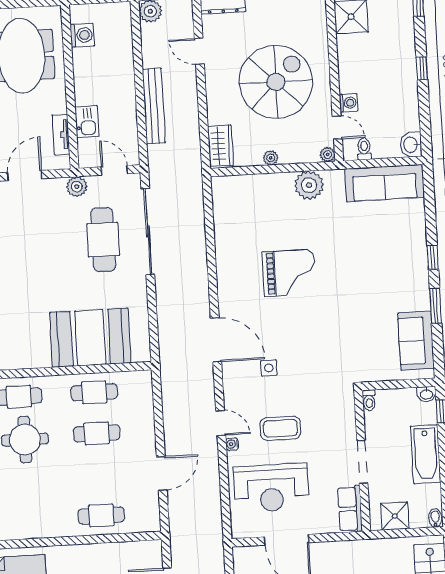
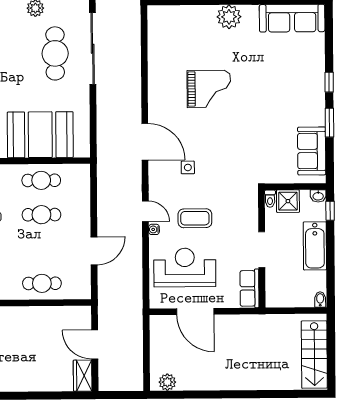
reception desk: (271, 488) -> (185, 267), turned 180
shower: (395, 516) -> (288, 201), moved

